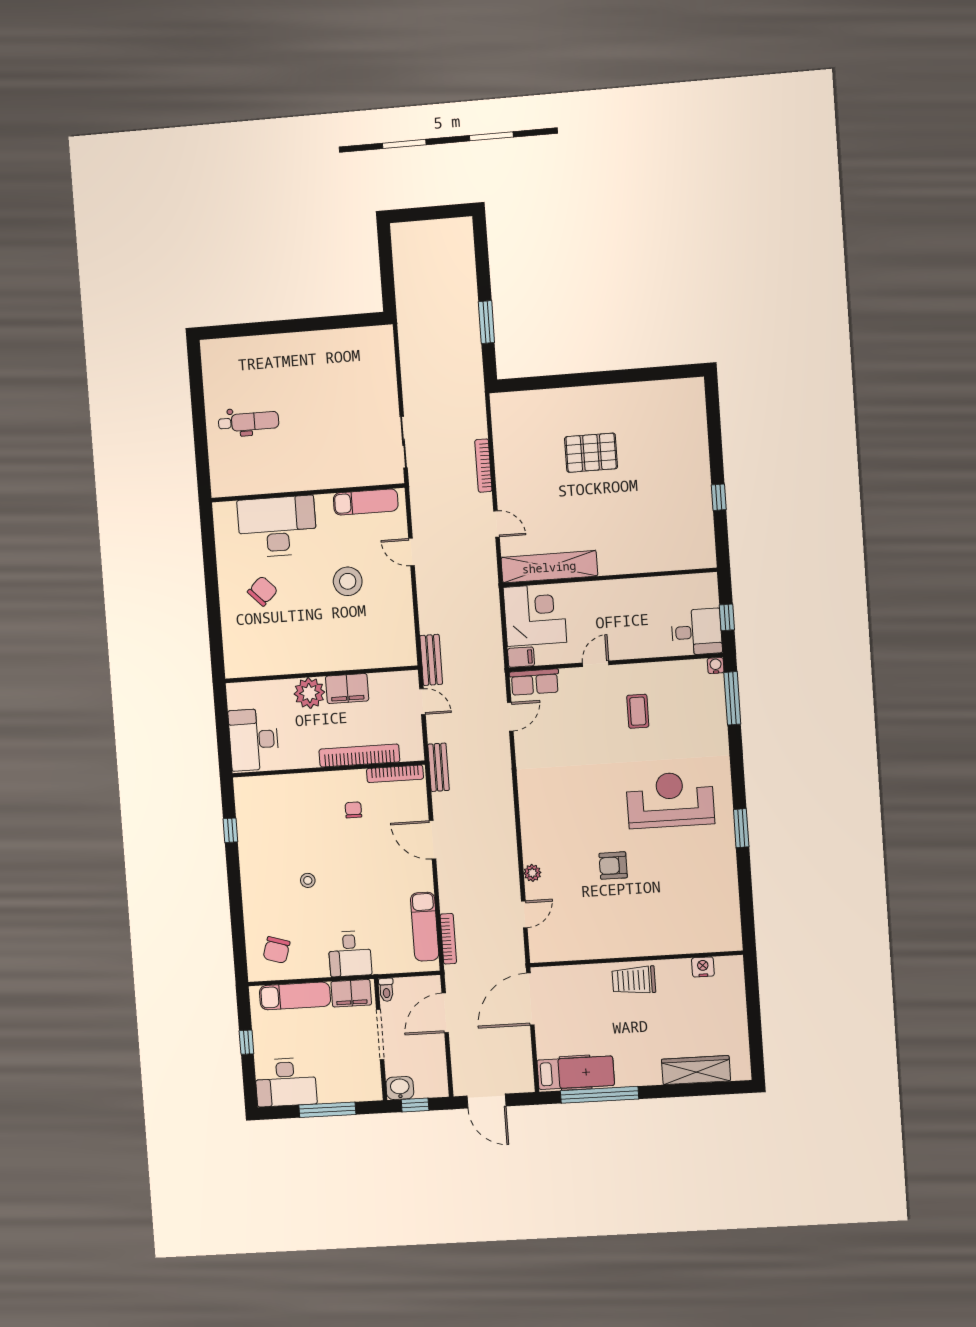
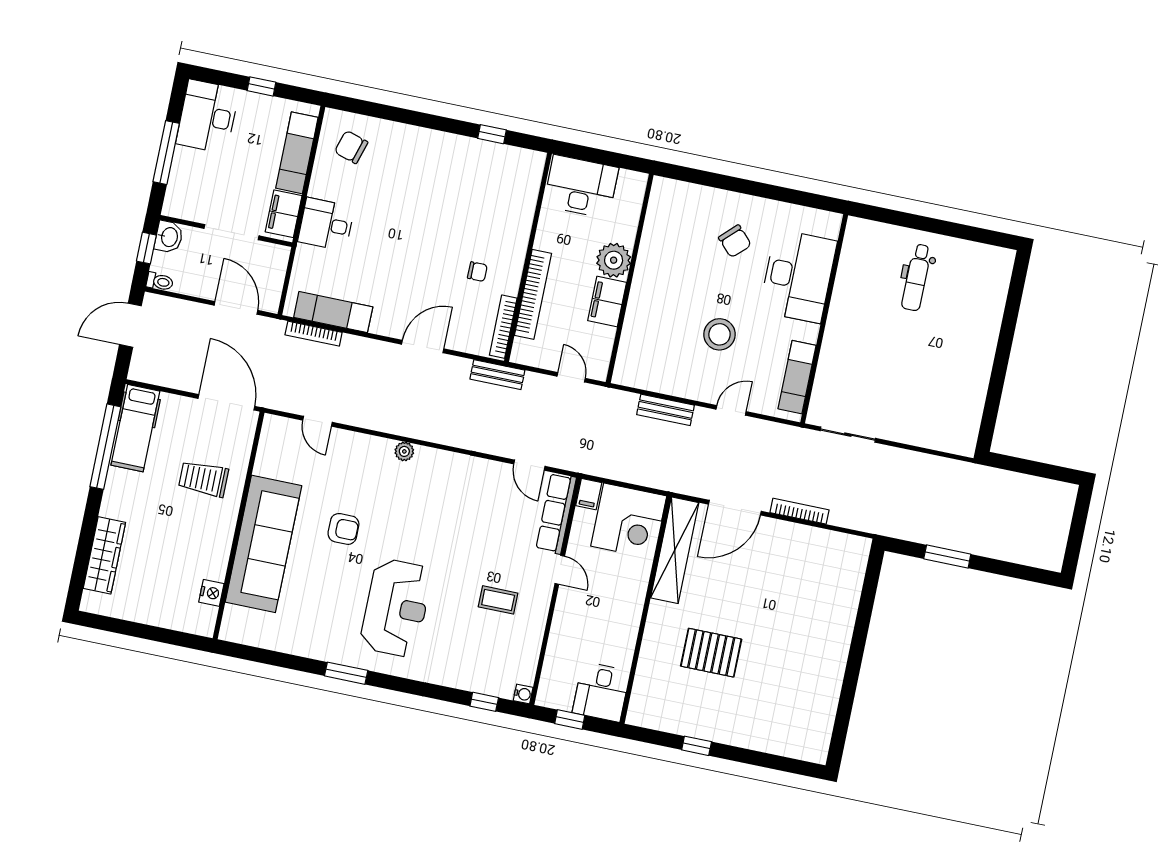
pallet: (591, 453) -> (711, 653), moved, turned 90
door: (497, 524) -> (735, 508), width x1.88
desk: (697, 632) -> (601, 692), moved
bench: (431, 660) -> (665, 410), moved
row of seats: (535, 682) -> (556, 513), width x1.48
window: (732, 698) -> (484, 702), width x0.46
door: (422, 702) -> (571, 377), swing flipped
armchair: (613, 866) -> (343, 529), turned 90
plant: (532, 873) -> (404, 451), moved
stool: (308, 880) -> (416, 202), removed
sofa: (646, 933) -> (263, 544), added
trolley: (634, 980) -> (203, 479), moved, turned -90
toilet: (386, 990) -> (160, 282), moved, turned 180

